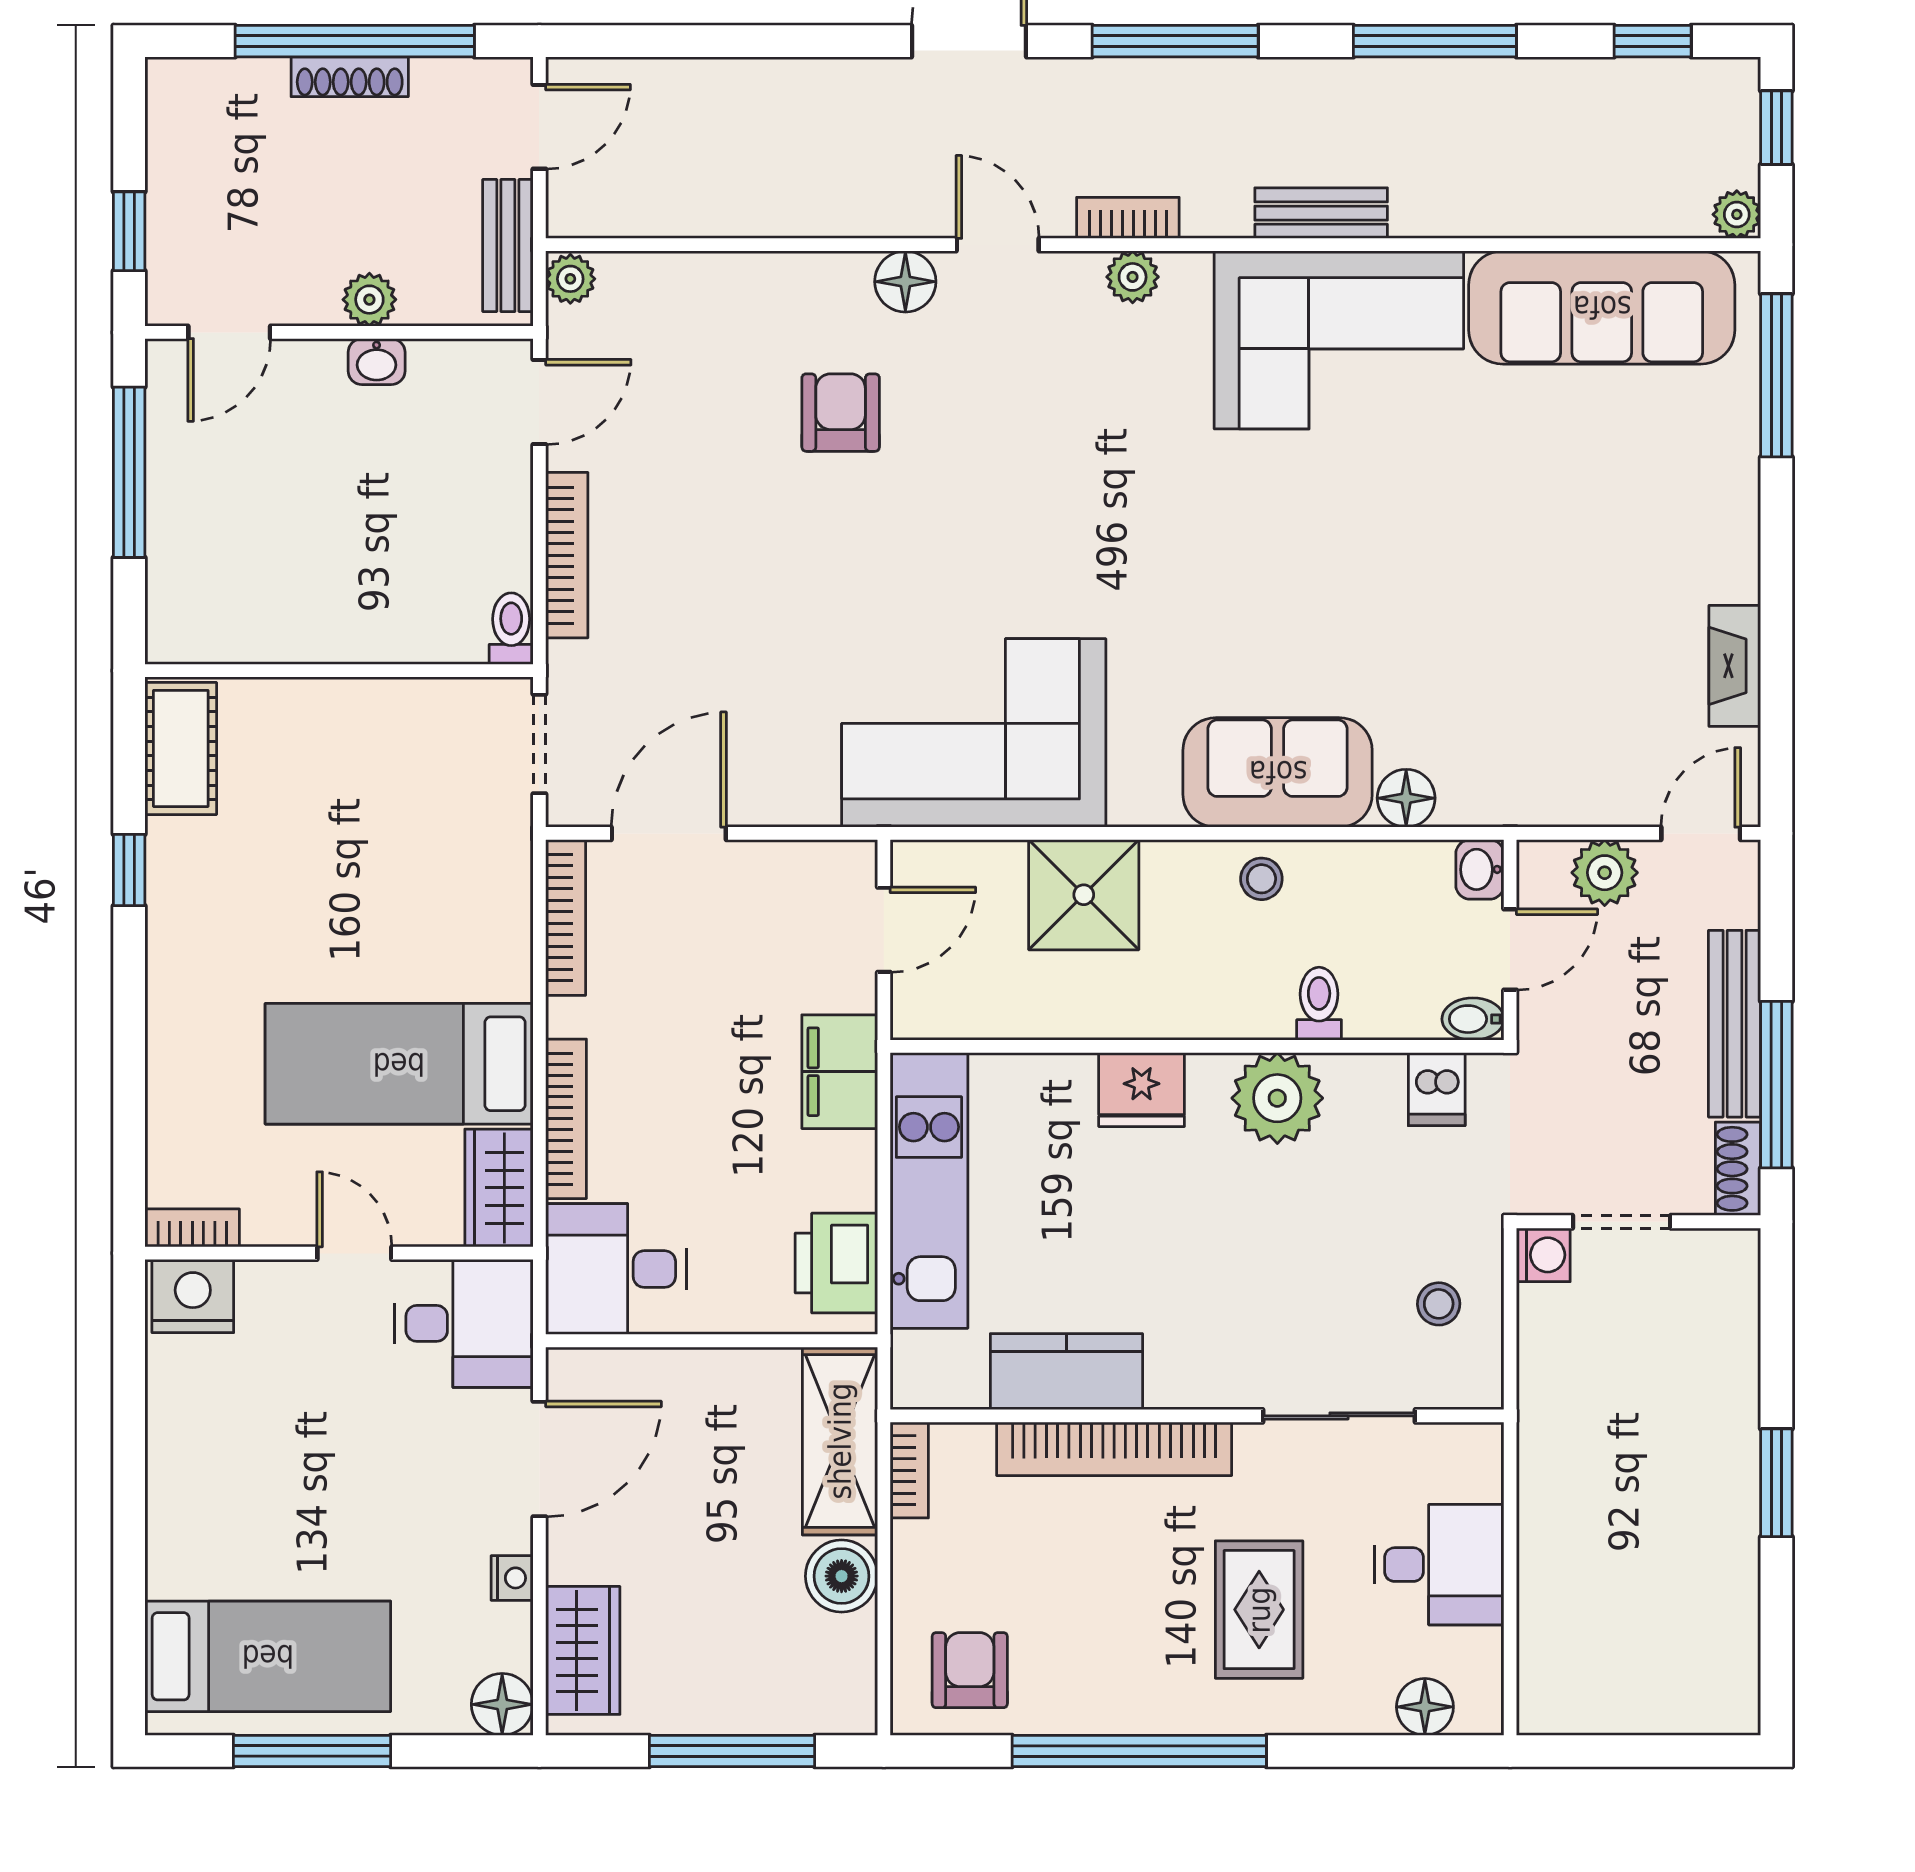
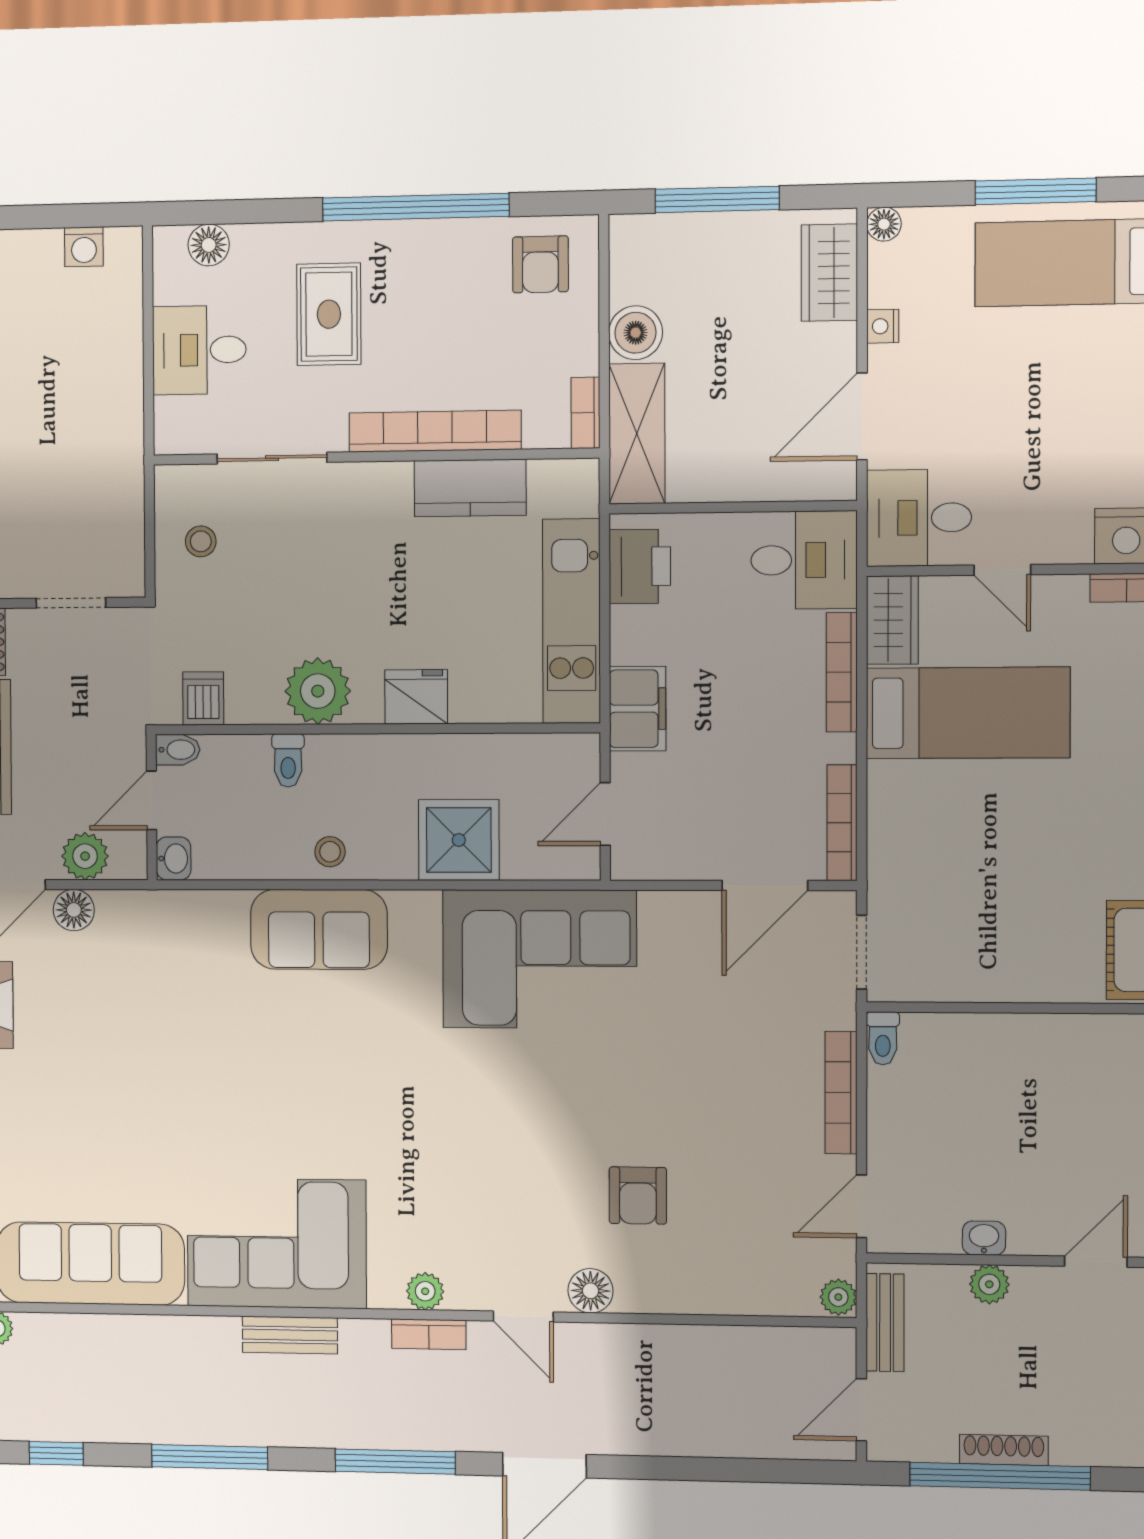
floor lamp: (1406, 798) -> (74, 910), moved
washing machine: (1543, 1255) -> (84, 247), moved, turned -90
floor lamp: (502, 1704) -> (884, 224), width x0.73, depth x0.73

